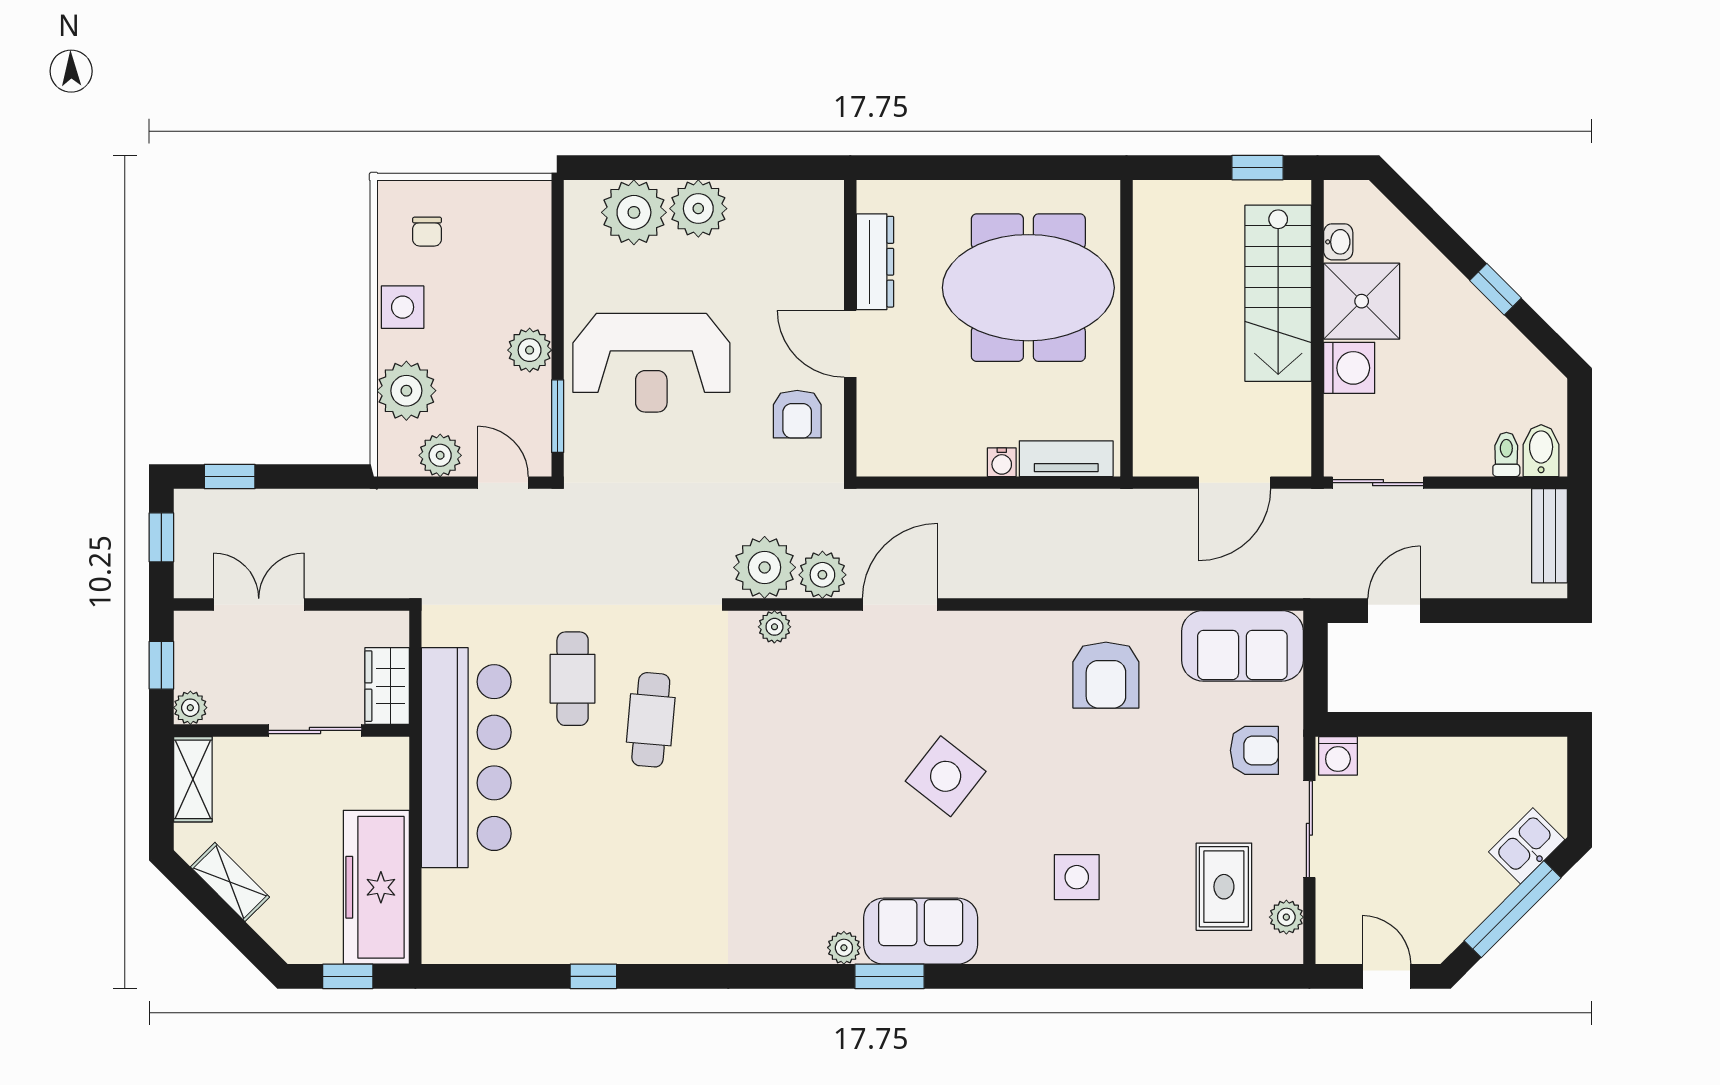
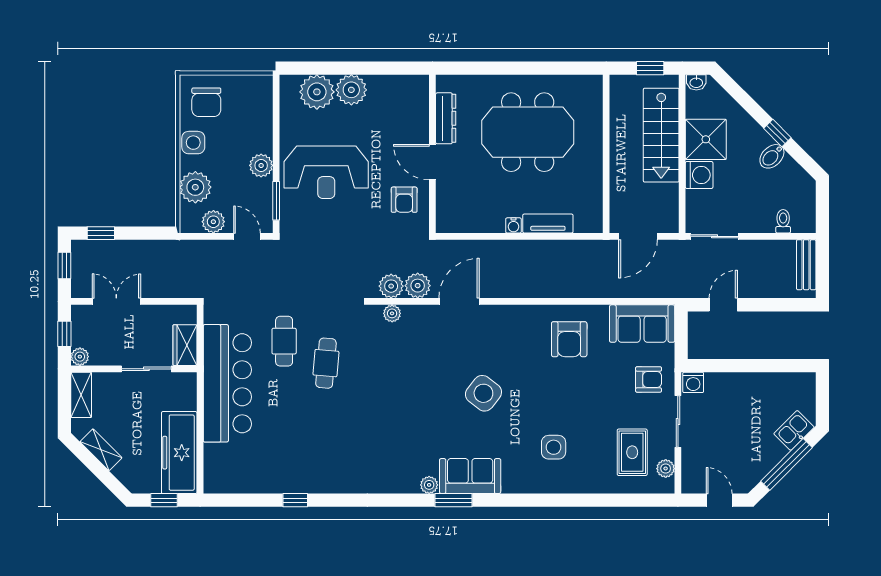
chair: (427, 232) -> (206, 102), width x1.87, depth x1.87
washbasin: (1338, 242) -> (696, 82), moved, turned 90
wall: (1127, 328) -> (606, 154), moved
bidet: (1541, 451) -> (772, 156), moved, turned -135
plant: (765, 567) -> (391, 286), width x0.73, depth x0.73

